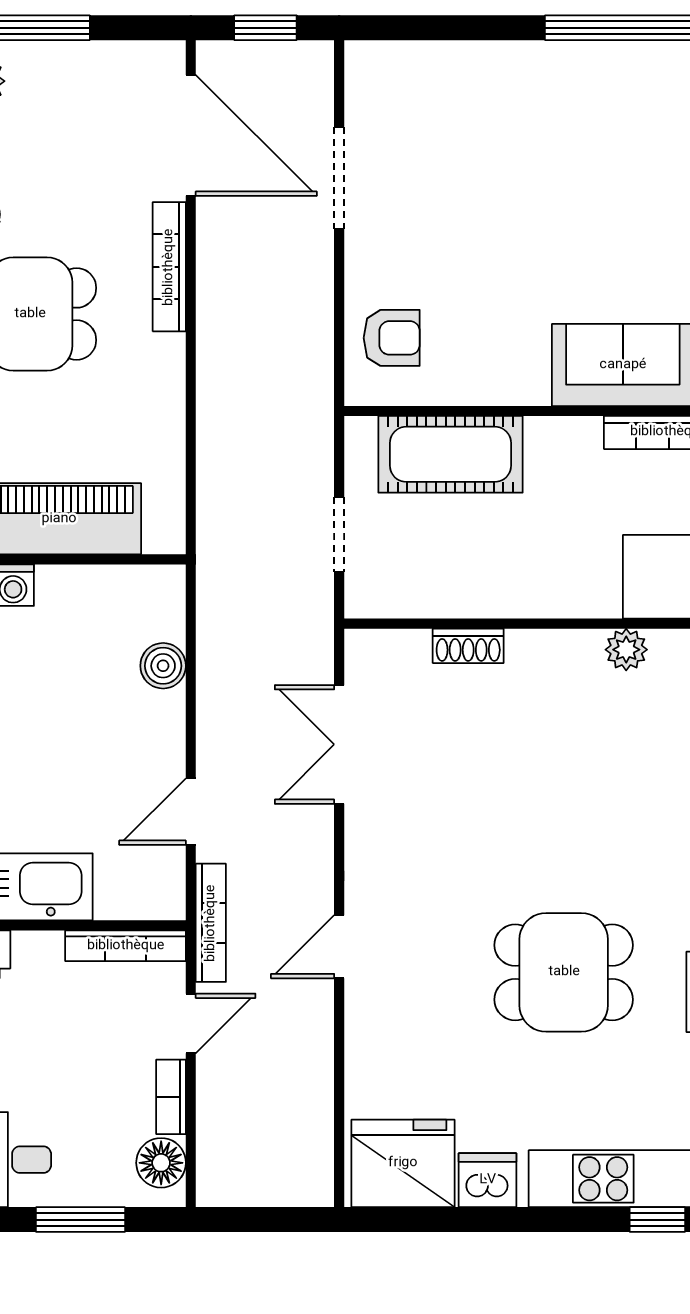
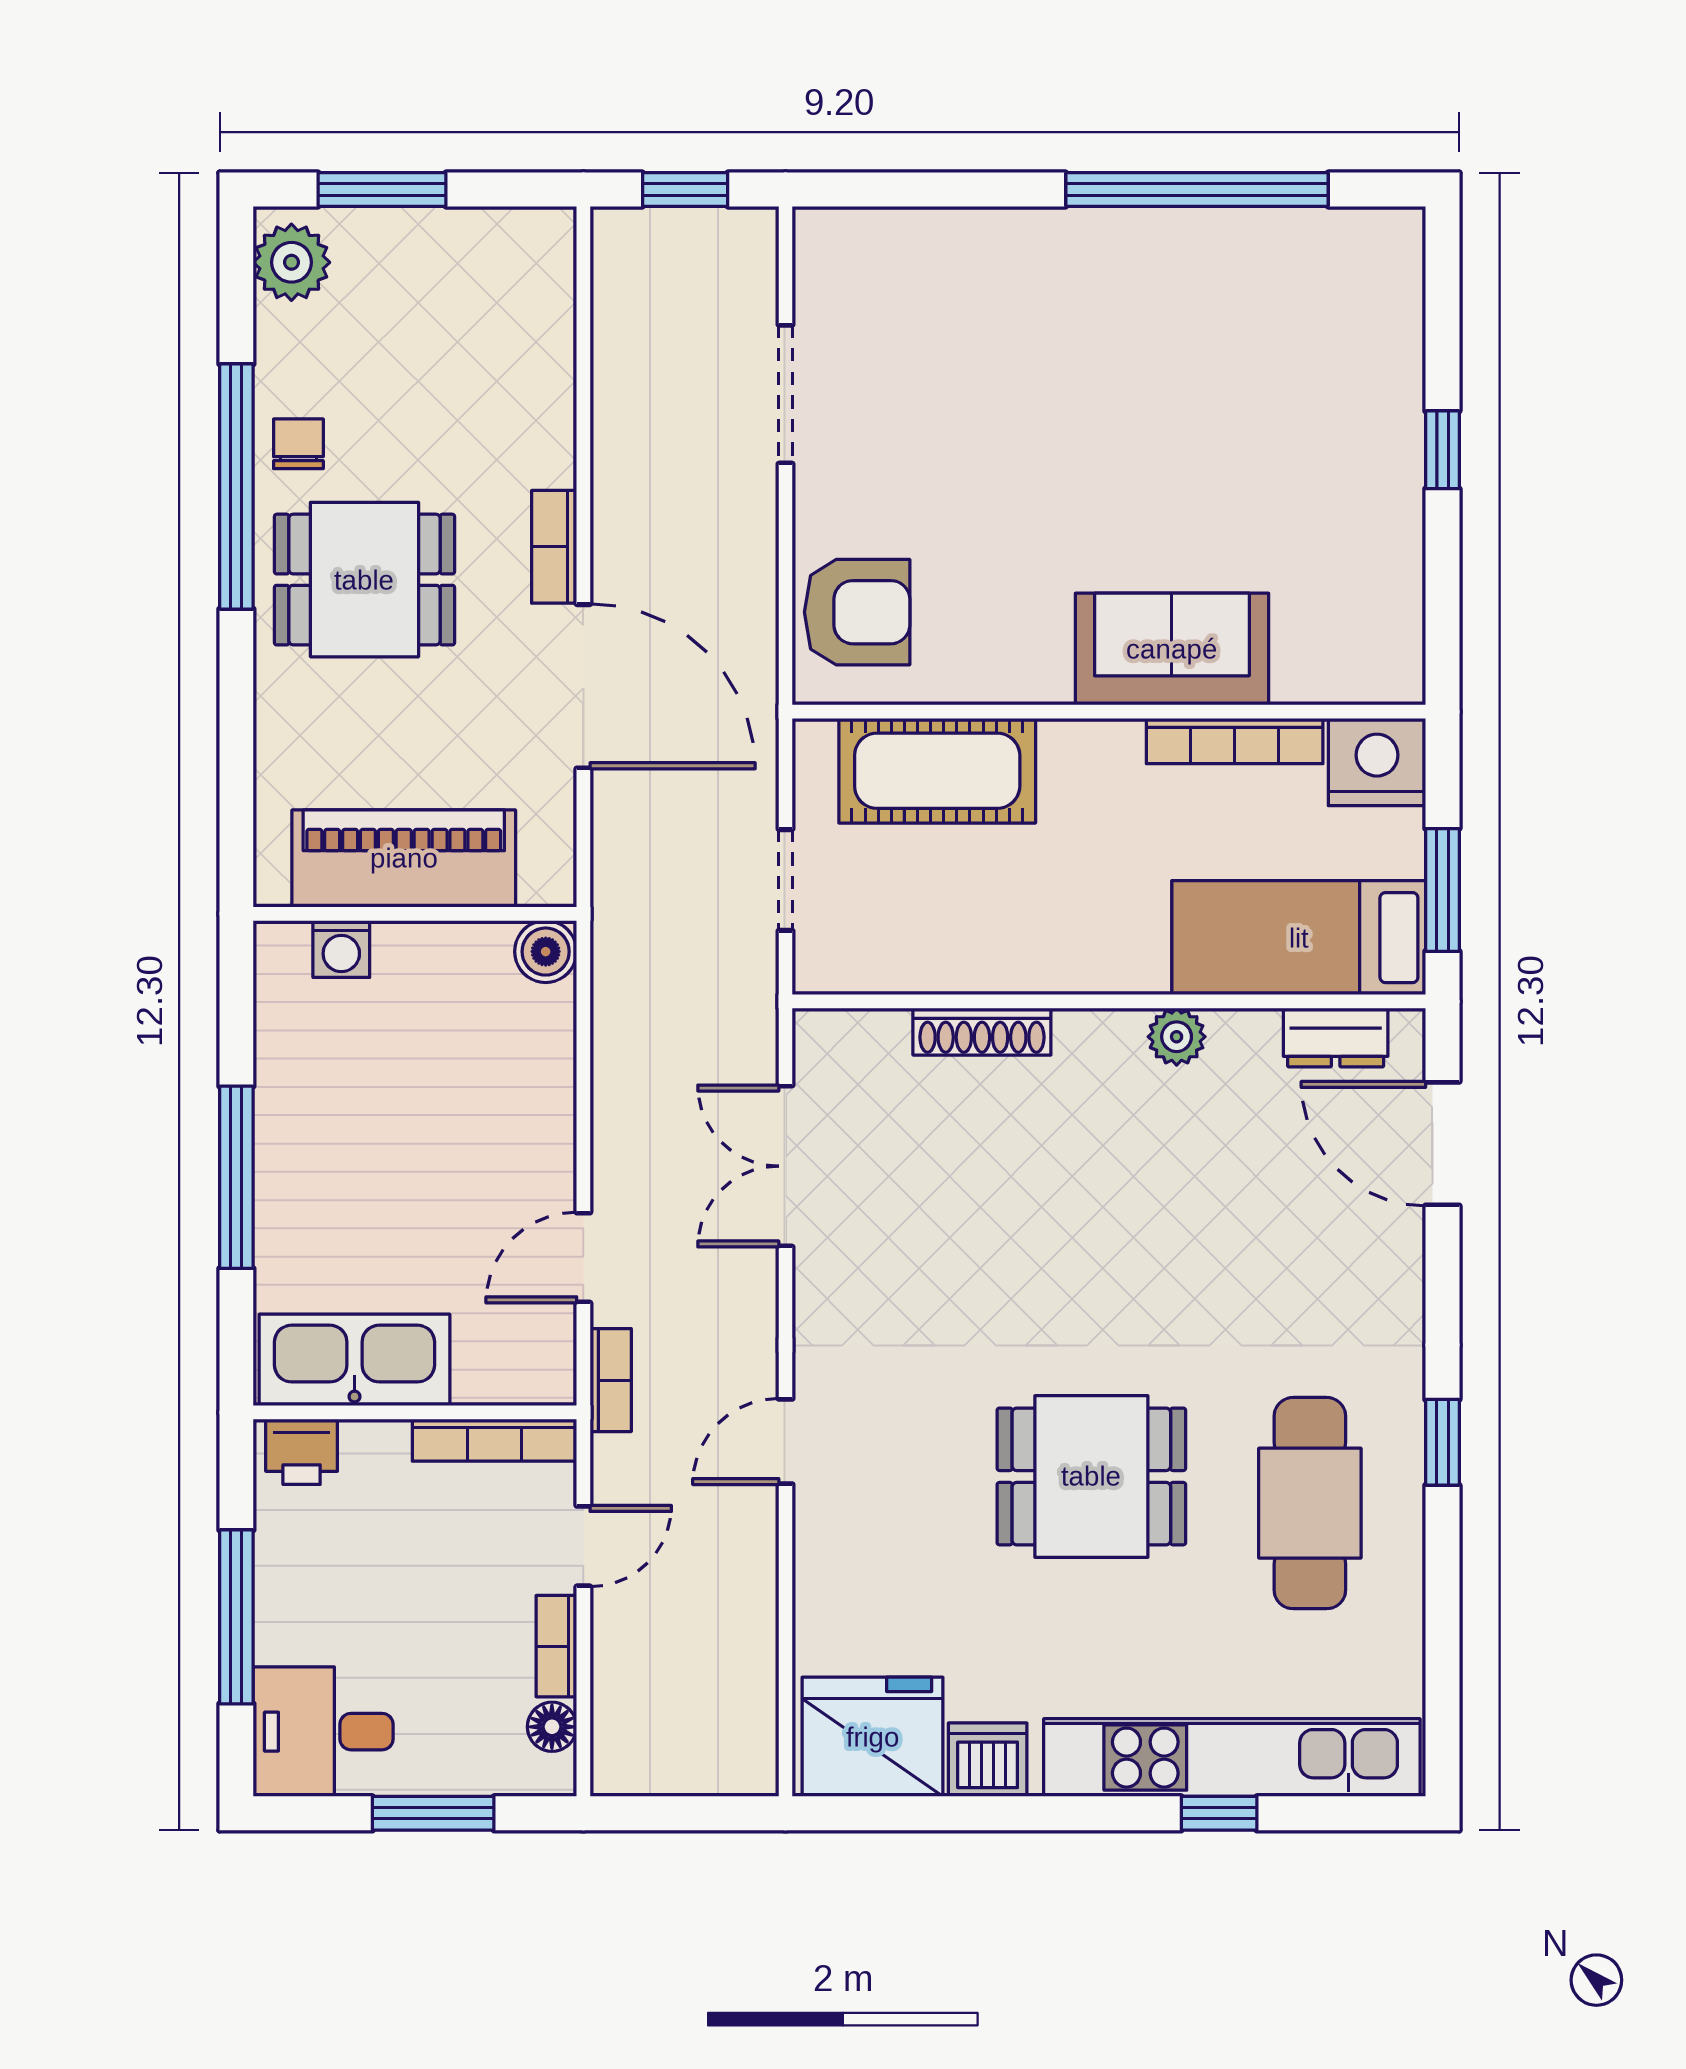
door: (191, 135) -> (583, 686), moved
bookcase: (169, 267) -> (554, 547), width x0.64
armchair: (392, 338) -> (857, 612), width x1.38, depth x1.38
shoe rack: (468, 646) -> (982, 1032), width x1.43
boiler: (163, 666) -> (546, 952), moved
bookcase: (211, 923) -> (611, 1380), width x0.64
floor lamp: (161, 1163) -> (552, 1727), width x0.73, depth x0.73

